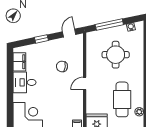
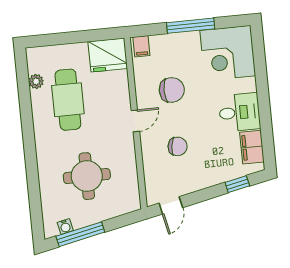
window: (109, 25) -> (80, 234), moved
window: (41, 39) -> (237, 184), moved
chair: (62, 99) -> (172, 90), added

